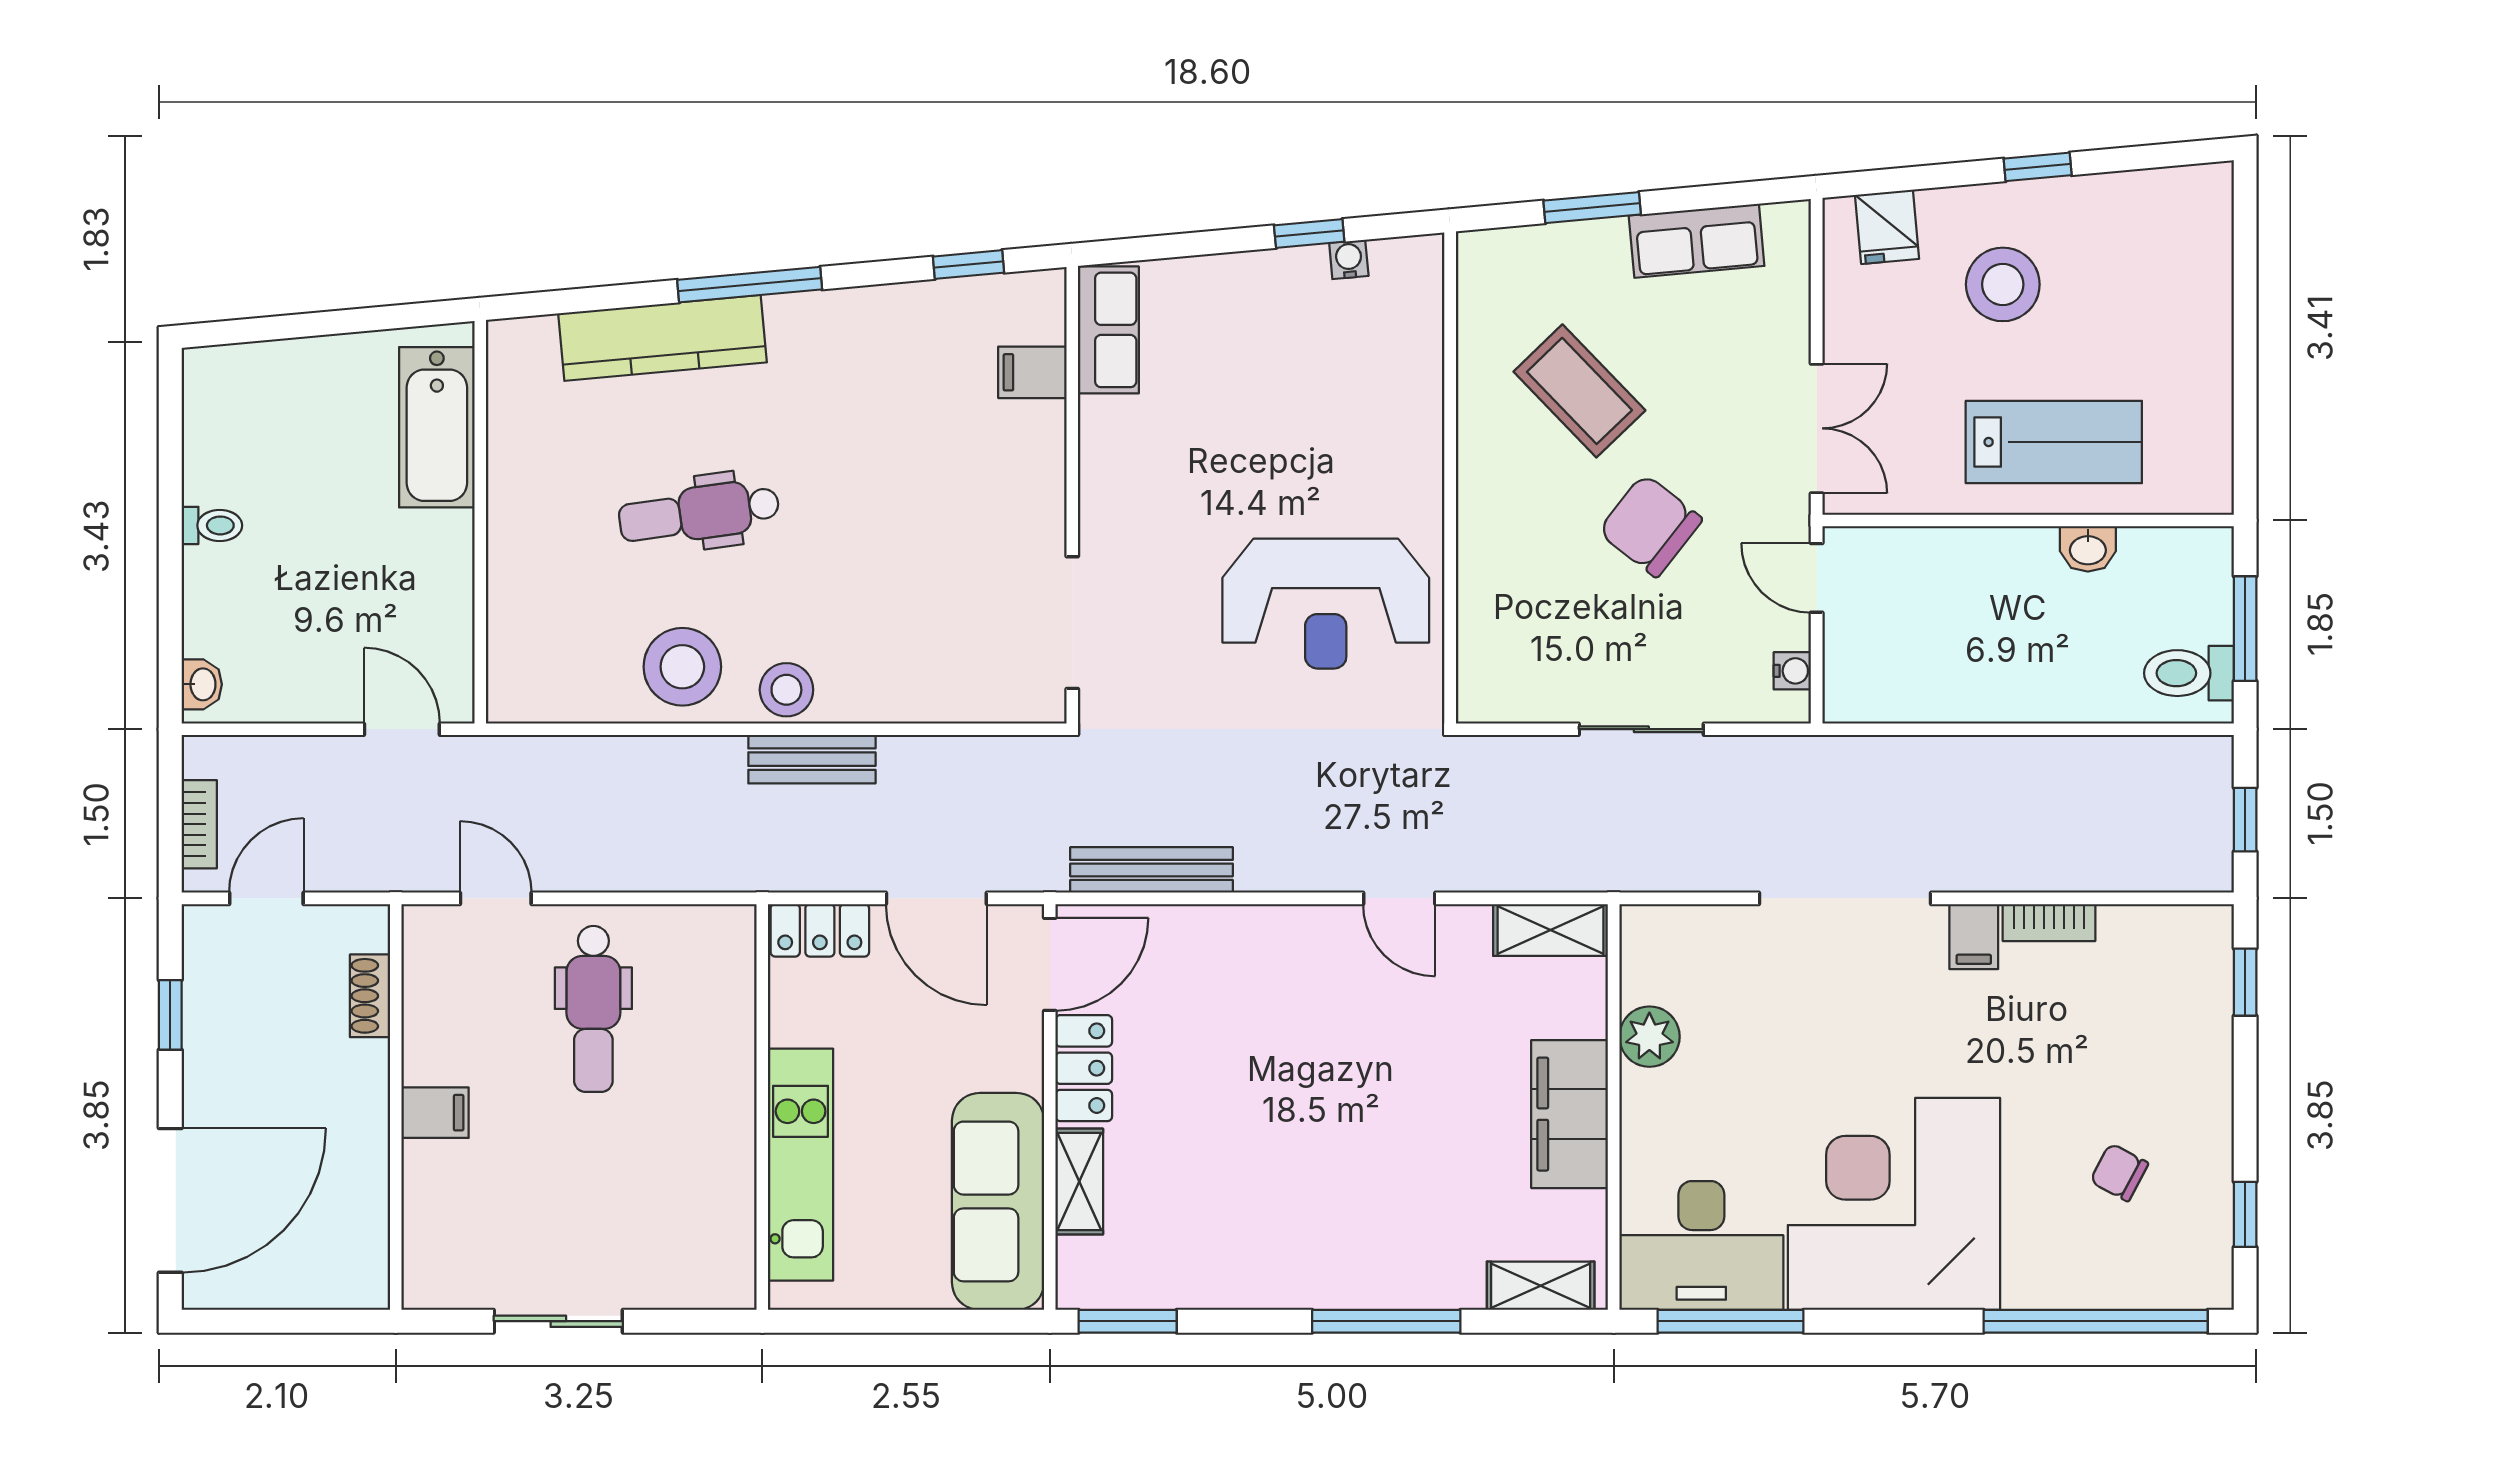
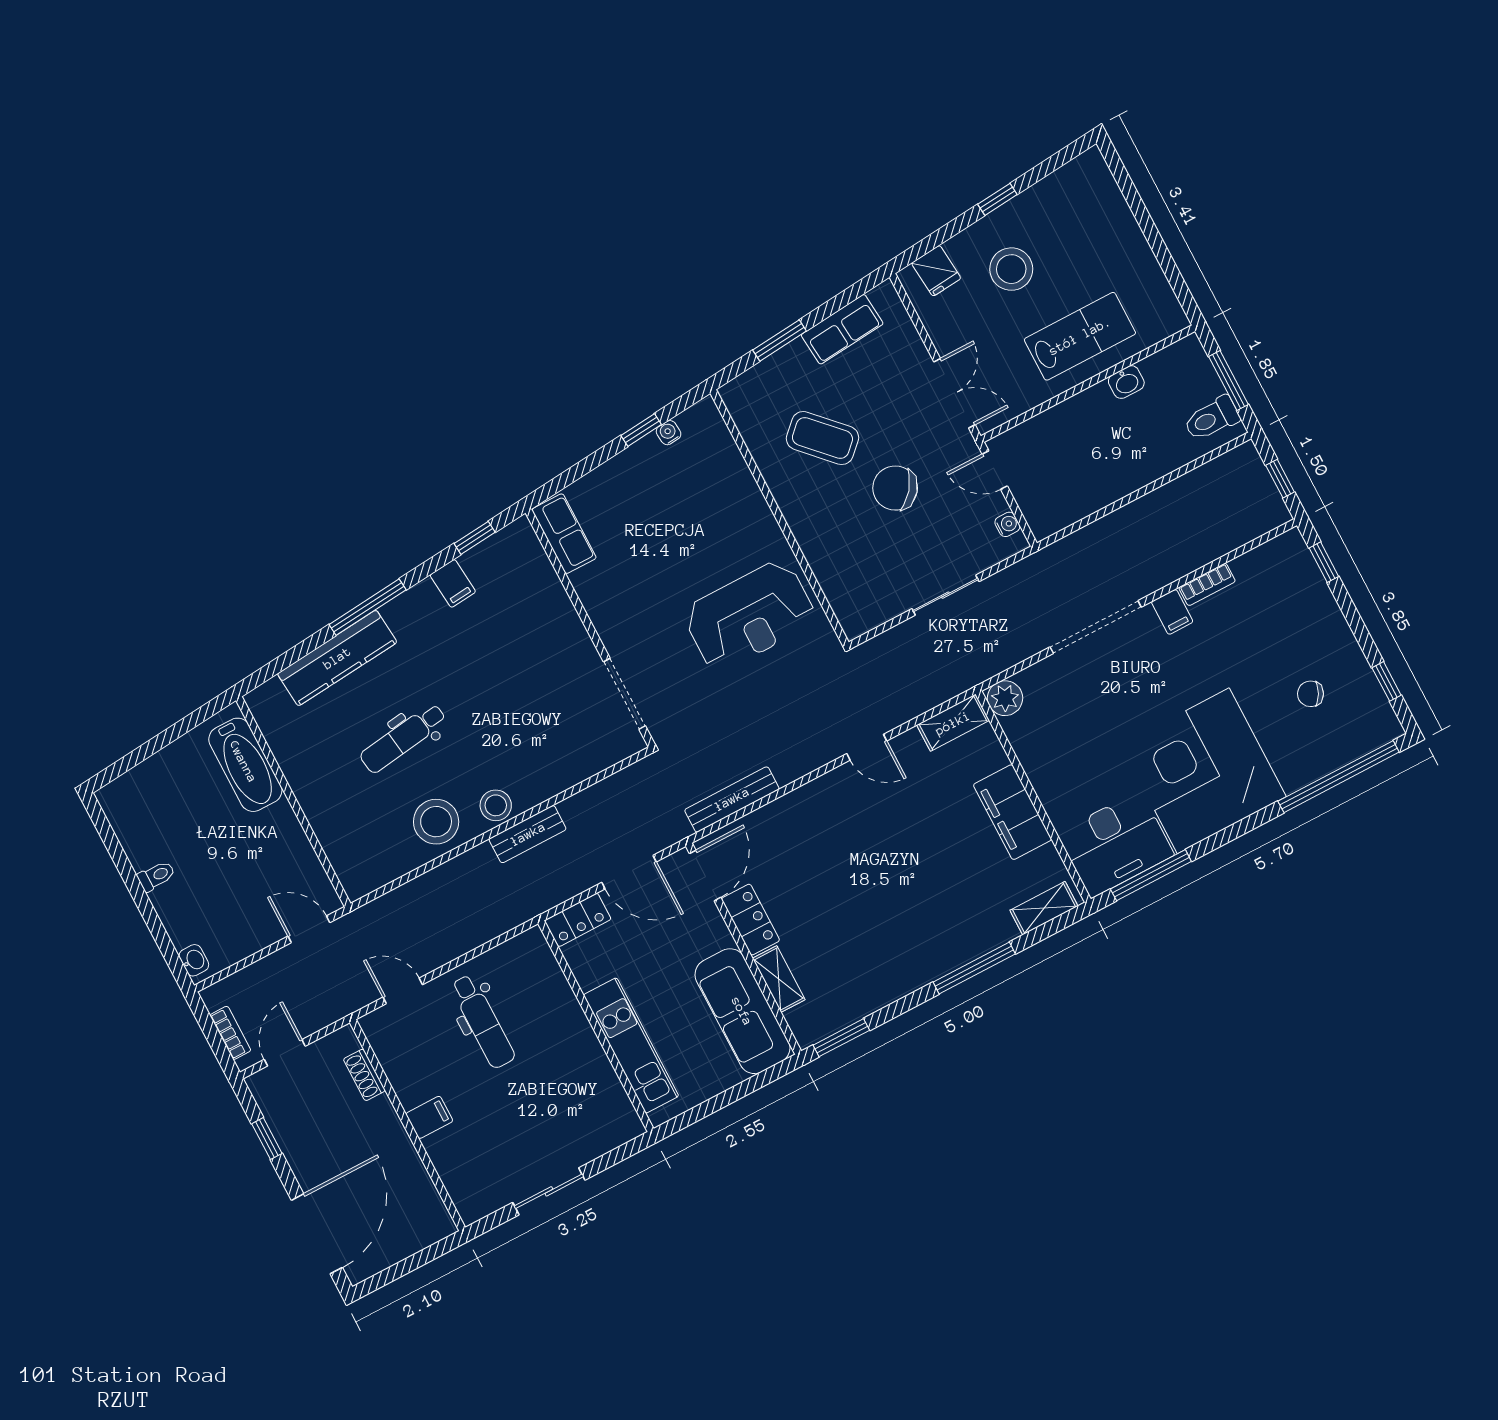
filing cabinet: (1032, 372) -> (453, 583), moved, turned -95
plant: (1649, 1037) -> (1005, 698), moved

